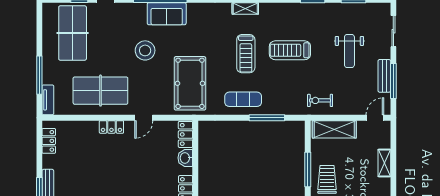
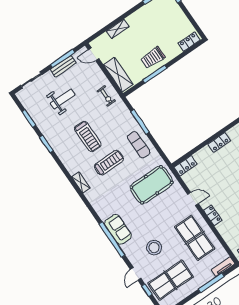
stool: (145, 50) -> (154, 248), moved
washbasin: (185, 158) -> (200, 156), removed

